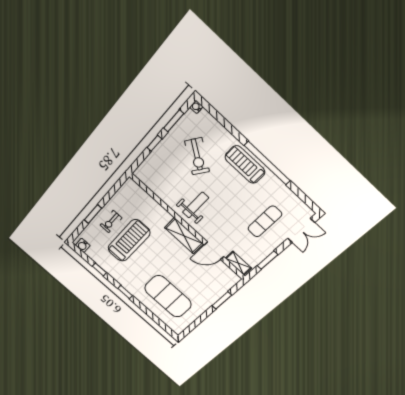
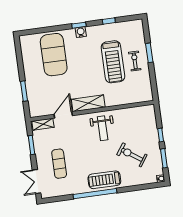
treadmill: (245, 164) -> (104, 180), turned 180
water cooler: (83, 245) -> (81, 32), moved
exercise mat: (168, 296) -> (54, 55), turned 90

